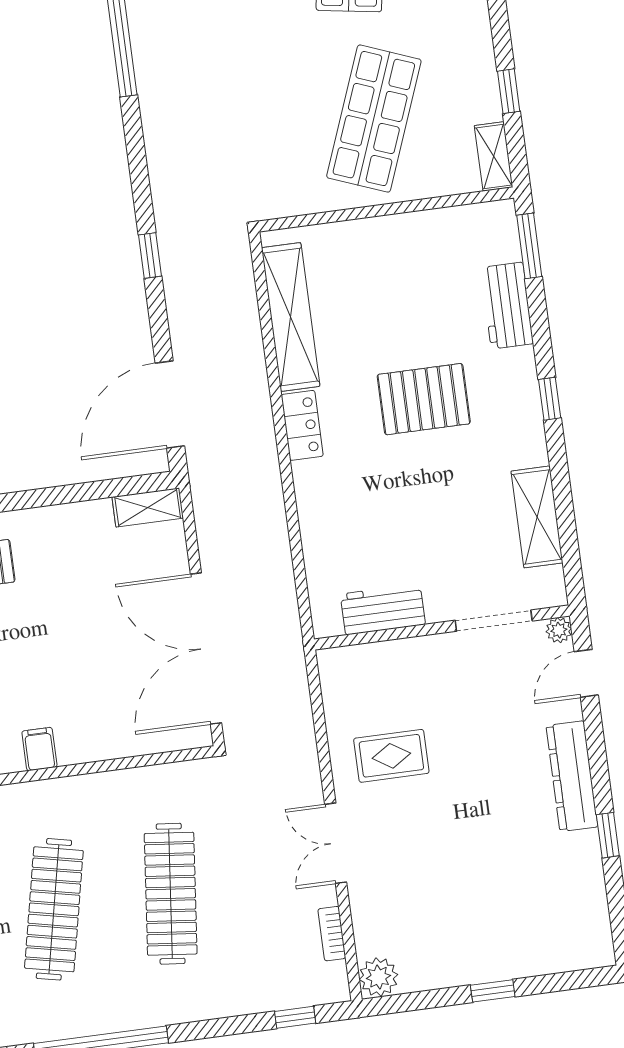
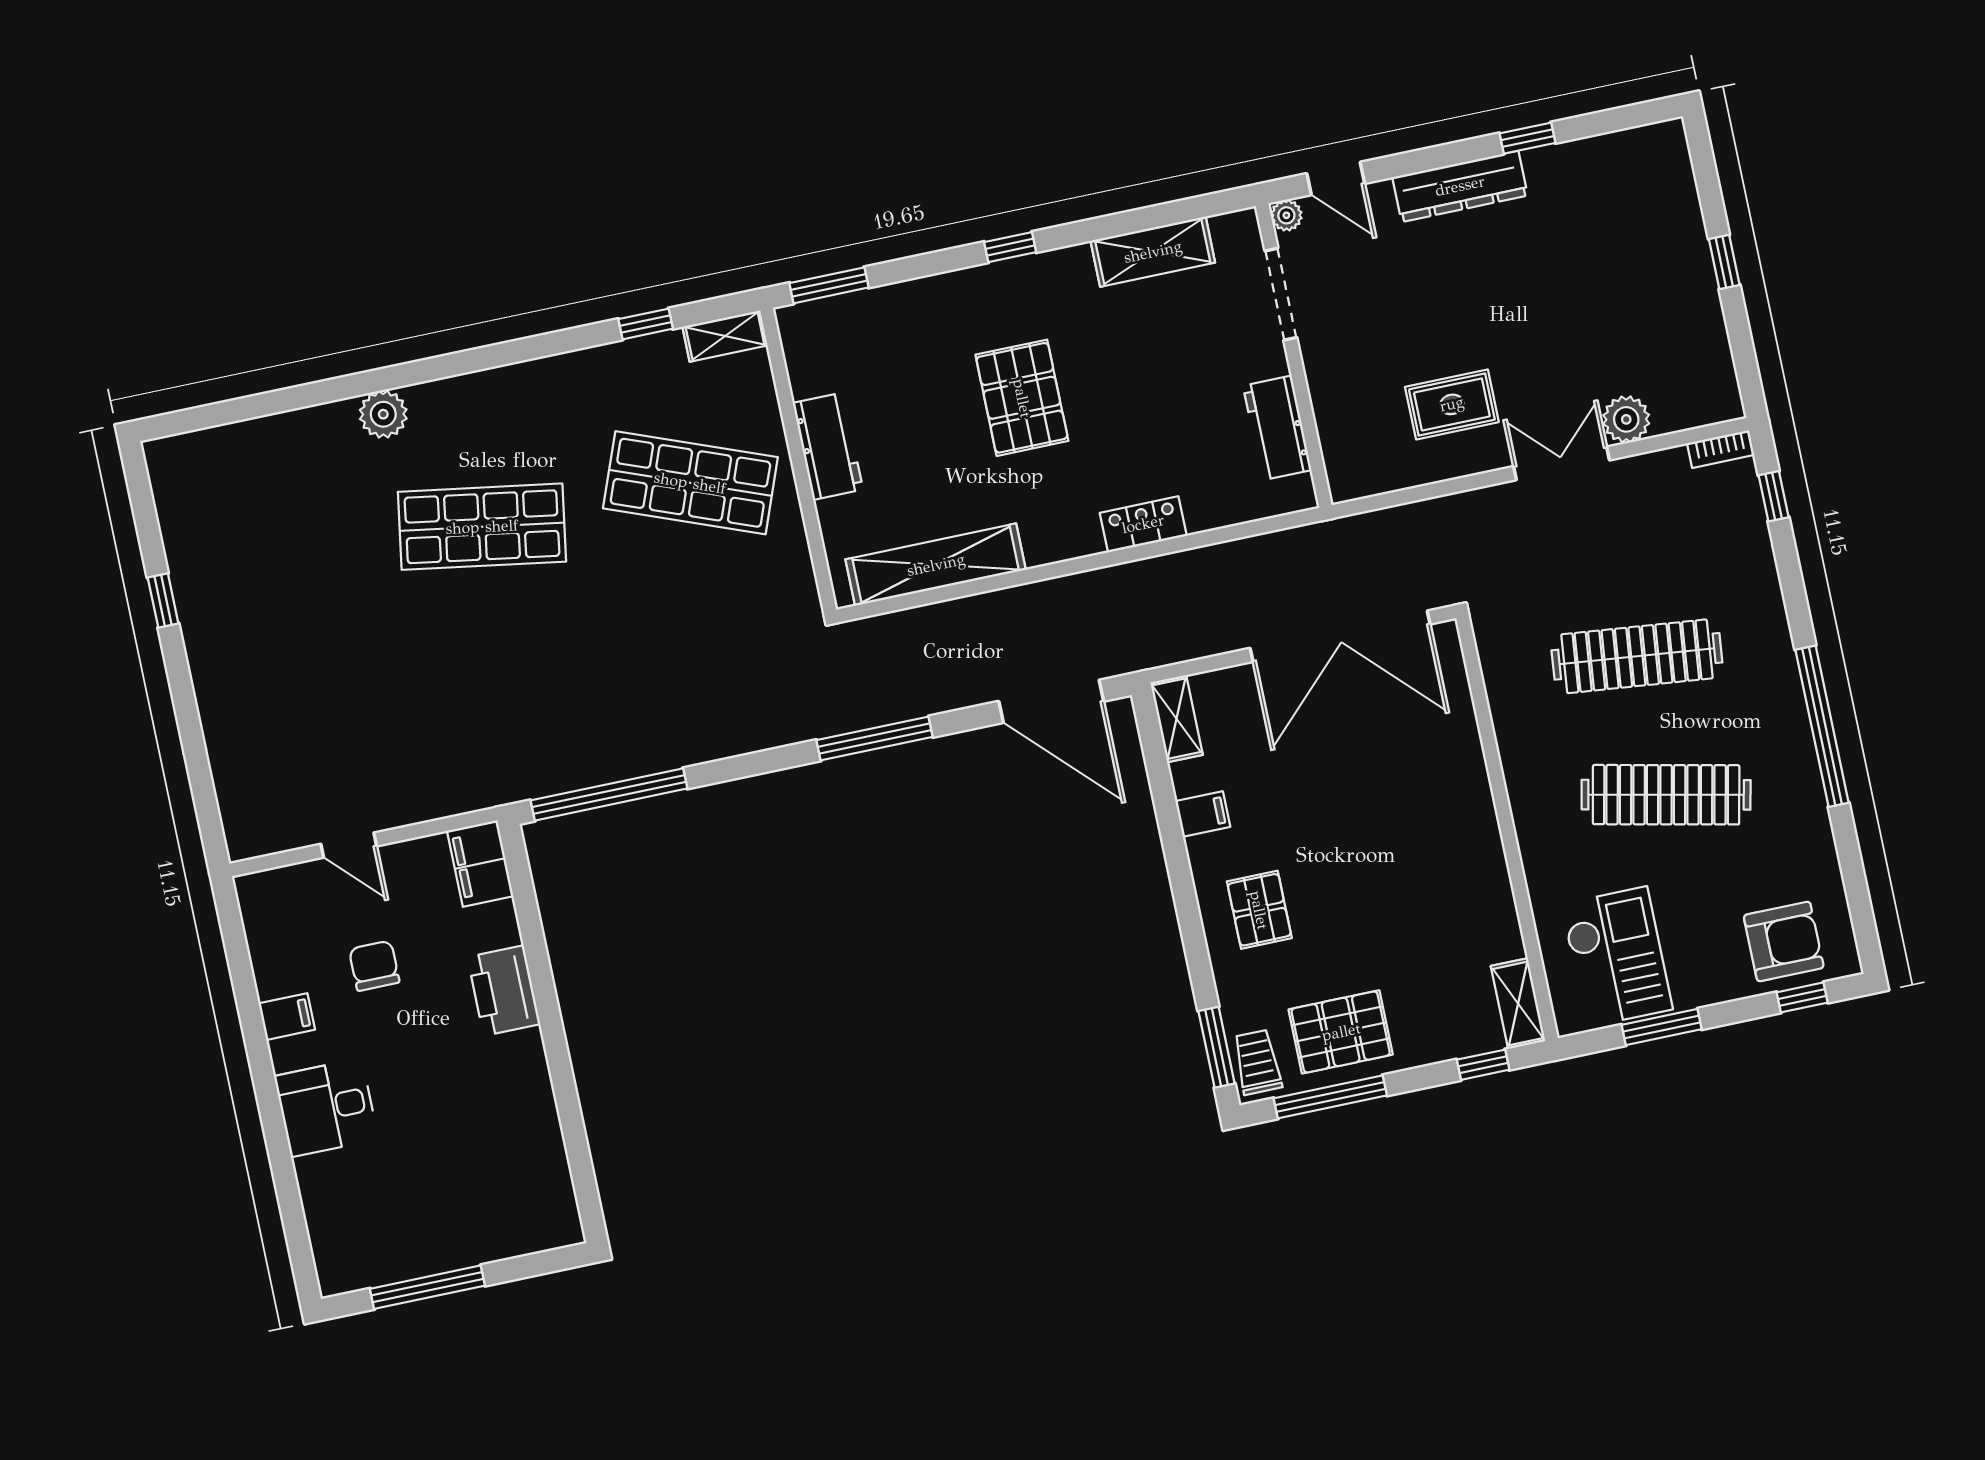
window: (150, 255) -> (875, 739), width x2.17
workbench: (507, 306) -> (828, 446), moved, turned -90
locker: (302, 425) -> (1143, 524), moved
filing cabinet: (39, 749) -> (1203, 814), moved, turned 180
rug: (391, 756) -> (1452, 404), turned 90
double door: (336, 843) -> (1562, 463), swing flipped
bookcase: (332, 934) -> (1721, 449), moved
plant: (378, 977) -> (1626, 419), moved

